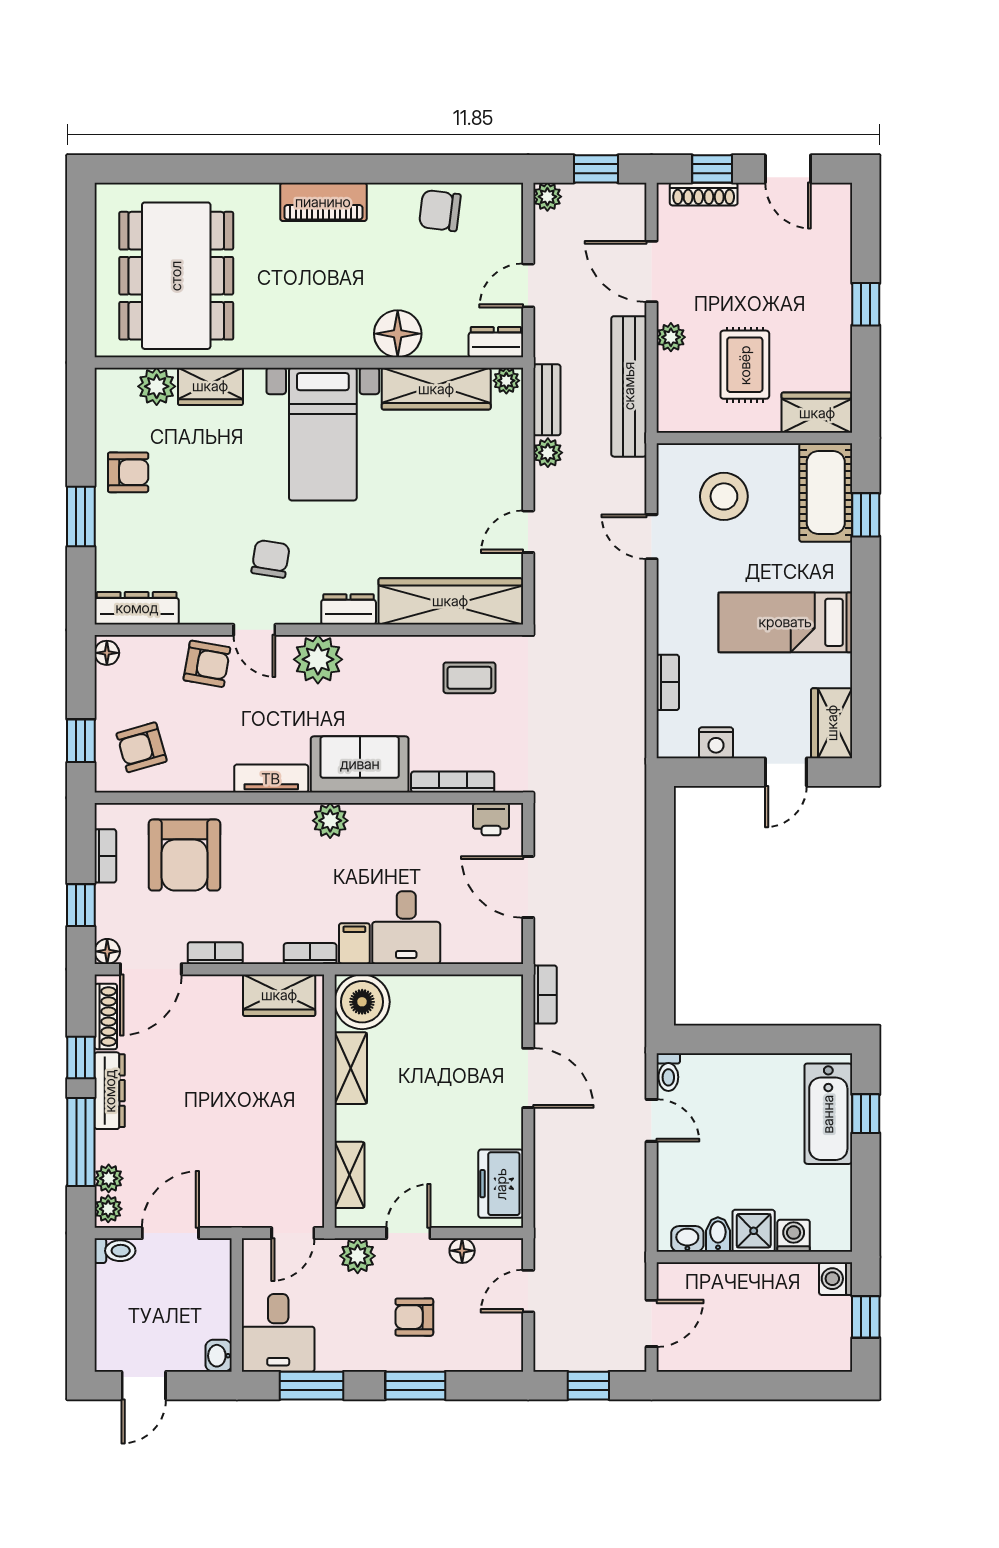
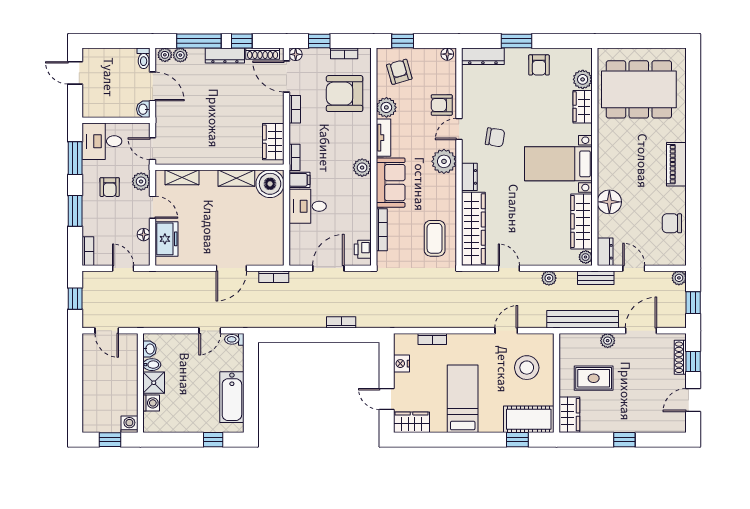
chair: (440, 211) -> (672, 223), turned -97
bench: (547, 400) -> (596, 278), moved
dresser: (137, 608) -> (483, 56), moved, turned 90
armchair: (207, 664) -> (442, 105), turned 80
coffee table: (469, 678) -> (435, 238), width x1.36, depth x1.30
plant: (212, 773) -> (386, 107), added
bookcase: (635, 862) -> (341, 322), added
bathtub: (828, 1114) -> (232, 397), moved, turned -90
freezer: (501, 1184) -> (166, 239), moved, turned 90
armchair: (414, 1317) -> (110, 187), moved, turned 180
washbasin: (219, 1356) -> (143, 109), moved, turned -90
bookcase: (495, 1360) -> (88, 251), added

